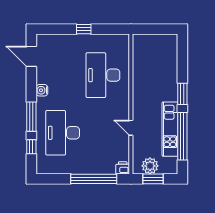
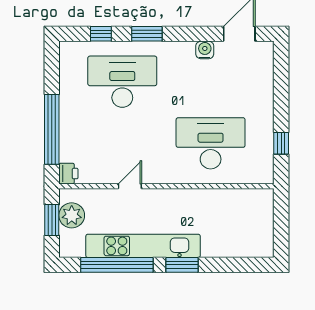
window: (84, 29) -> (281, 143), moved
water cooler: (42, 90) -> (205, 50), moved
window: (31, 117) -> (147, 34), width x0.69
kitchen unit: (170, 129) -> (143, 246), width x1.36

